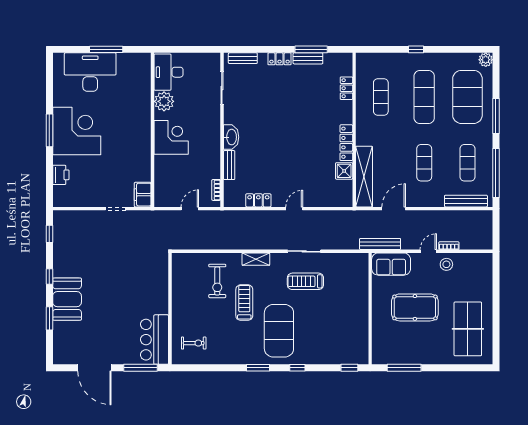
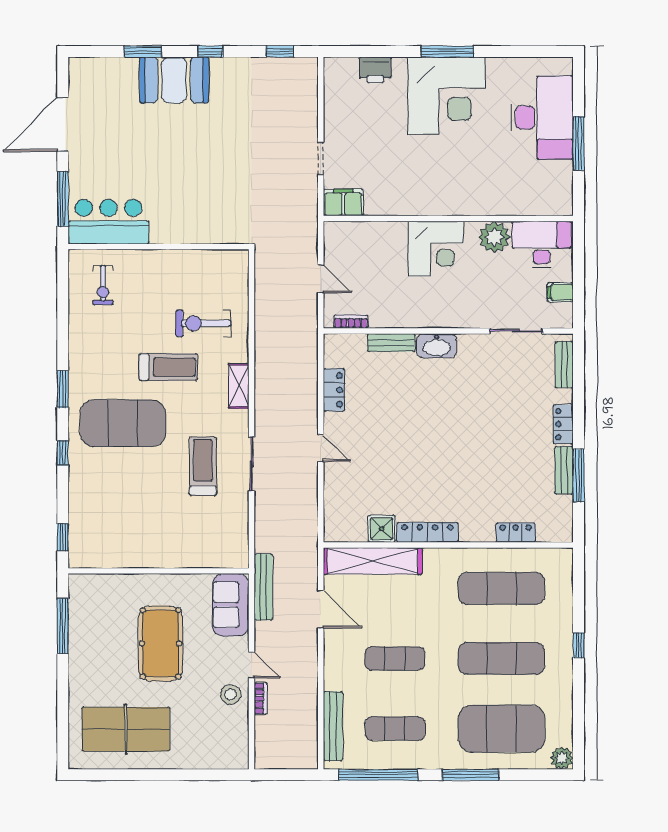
filing cabinet: (198, 61) -> (560, 292), added
exercise mat: (381, 97) -> (501, 588), width x1.36, depth x1.45

